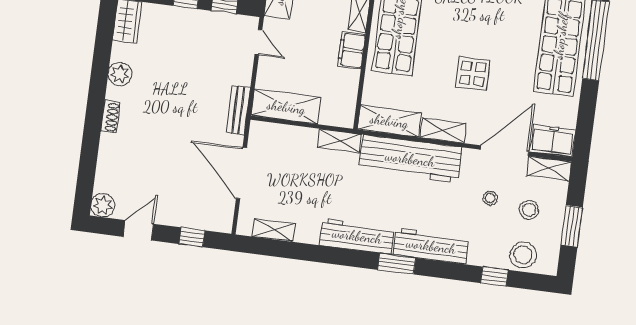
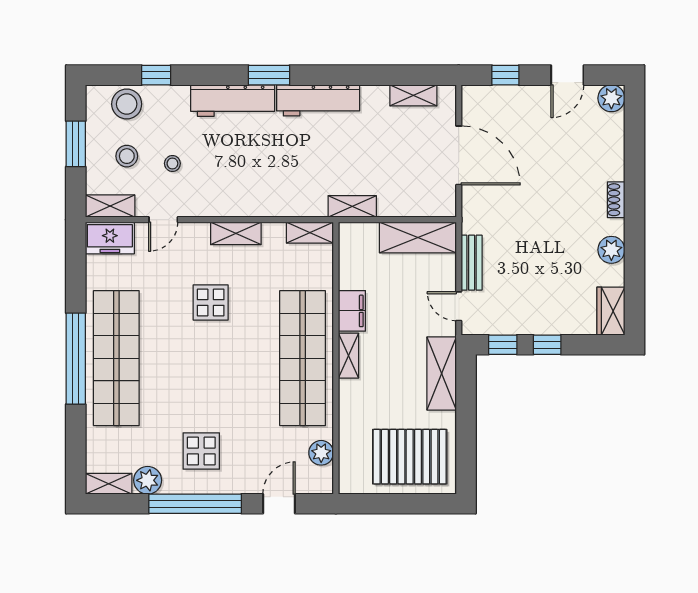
bench: (238, 110) -> (472, 263), moved
shelving: (389, 121) -> (310, 233), width x0.67, depth x0.75
door: (505, 151) -> (163, 220), width x0.53
workbench: (410, 159) -> (269, 196), removed

